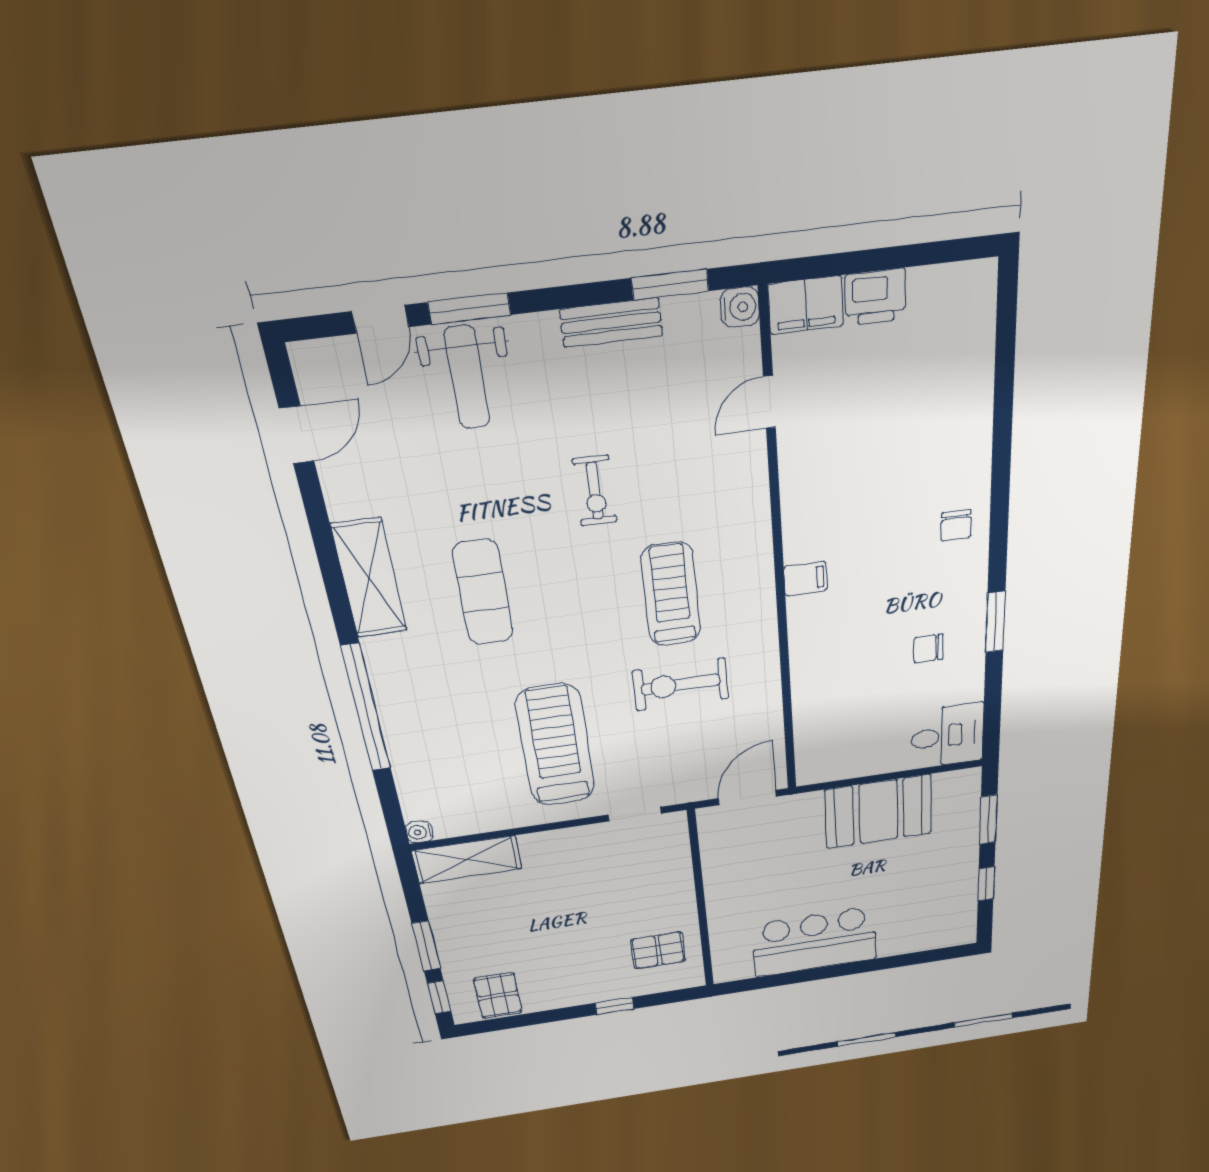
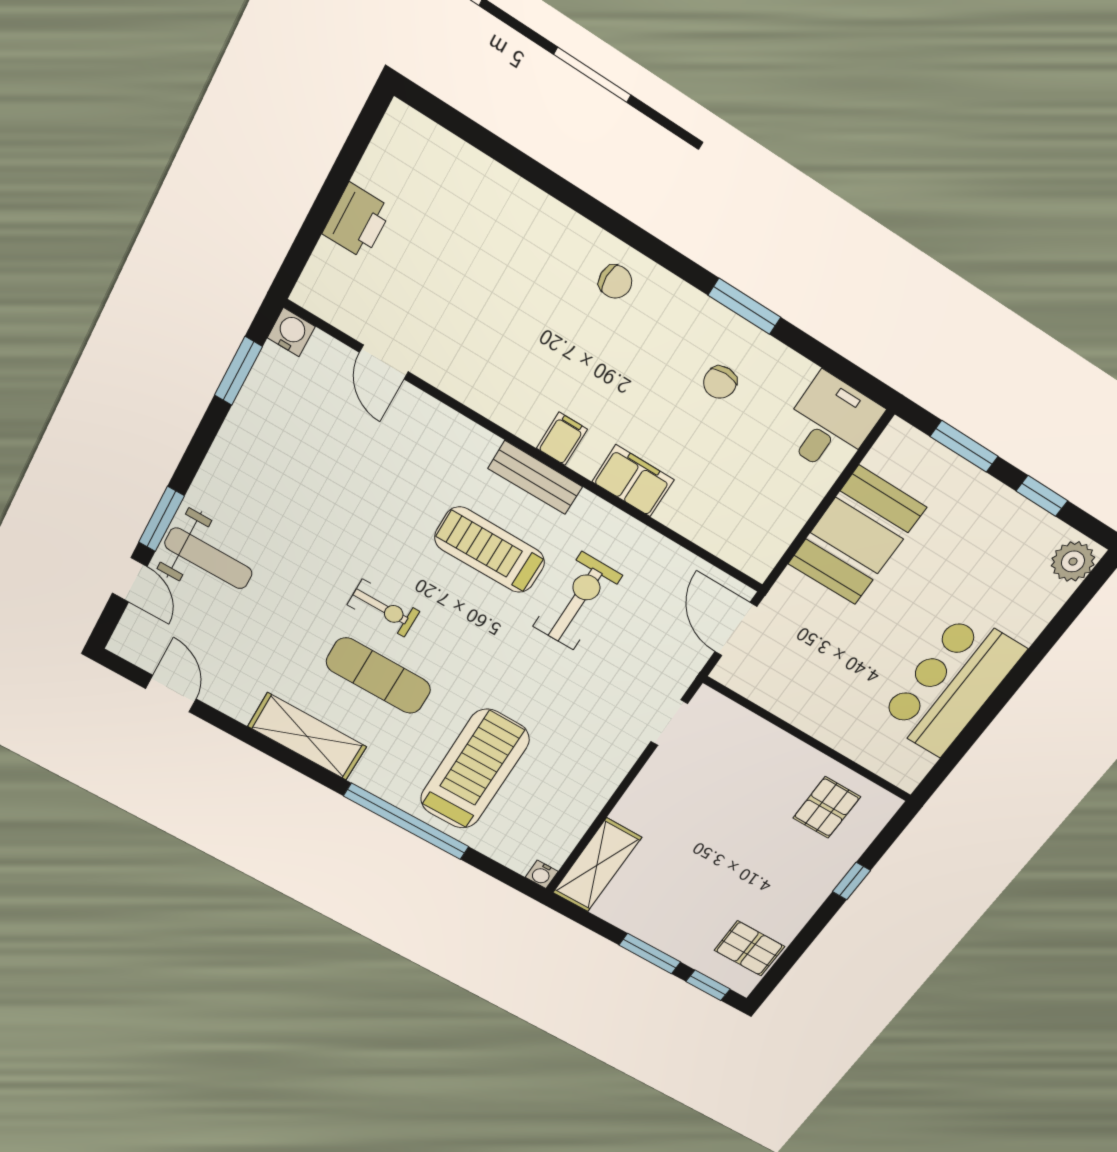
filing cabinet: (806, 305) -> (633, 481), moved, turned -90
bench: (611, 323) -> (535, 478), moved, turned 90
exercise bike: (595, 491) -> (383, 608), moved
exercise bike: (681, 685) -> (577, 601), turned 180
treadmill: (555, 745) -> (475, 769), moved, turned 90
plant: (955, 933) -> (1073, 561), added

